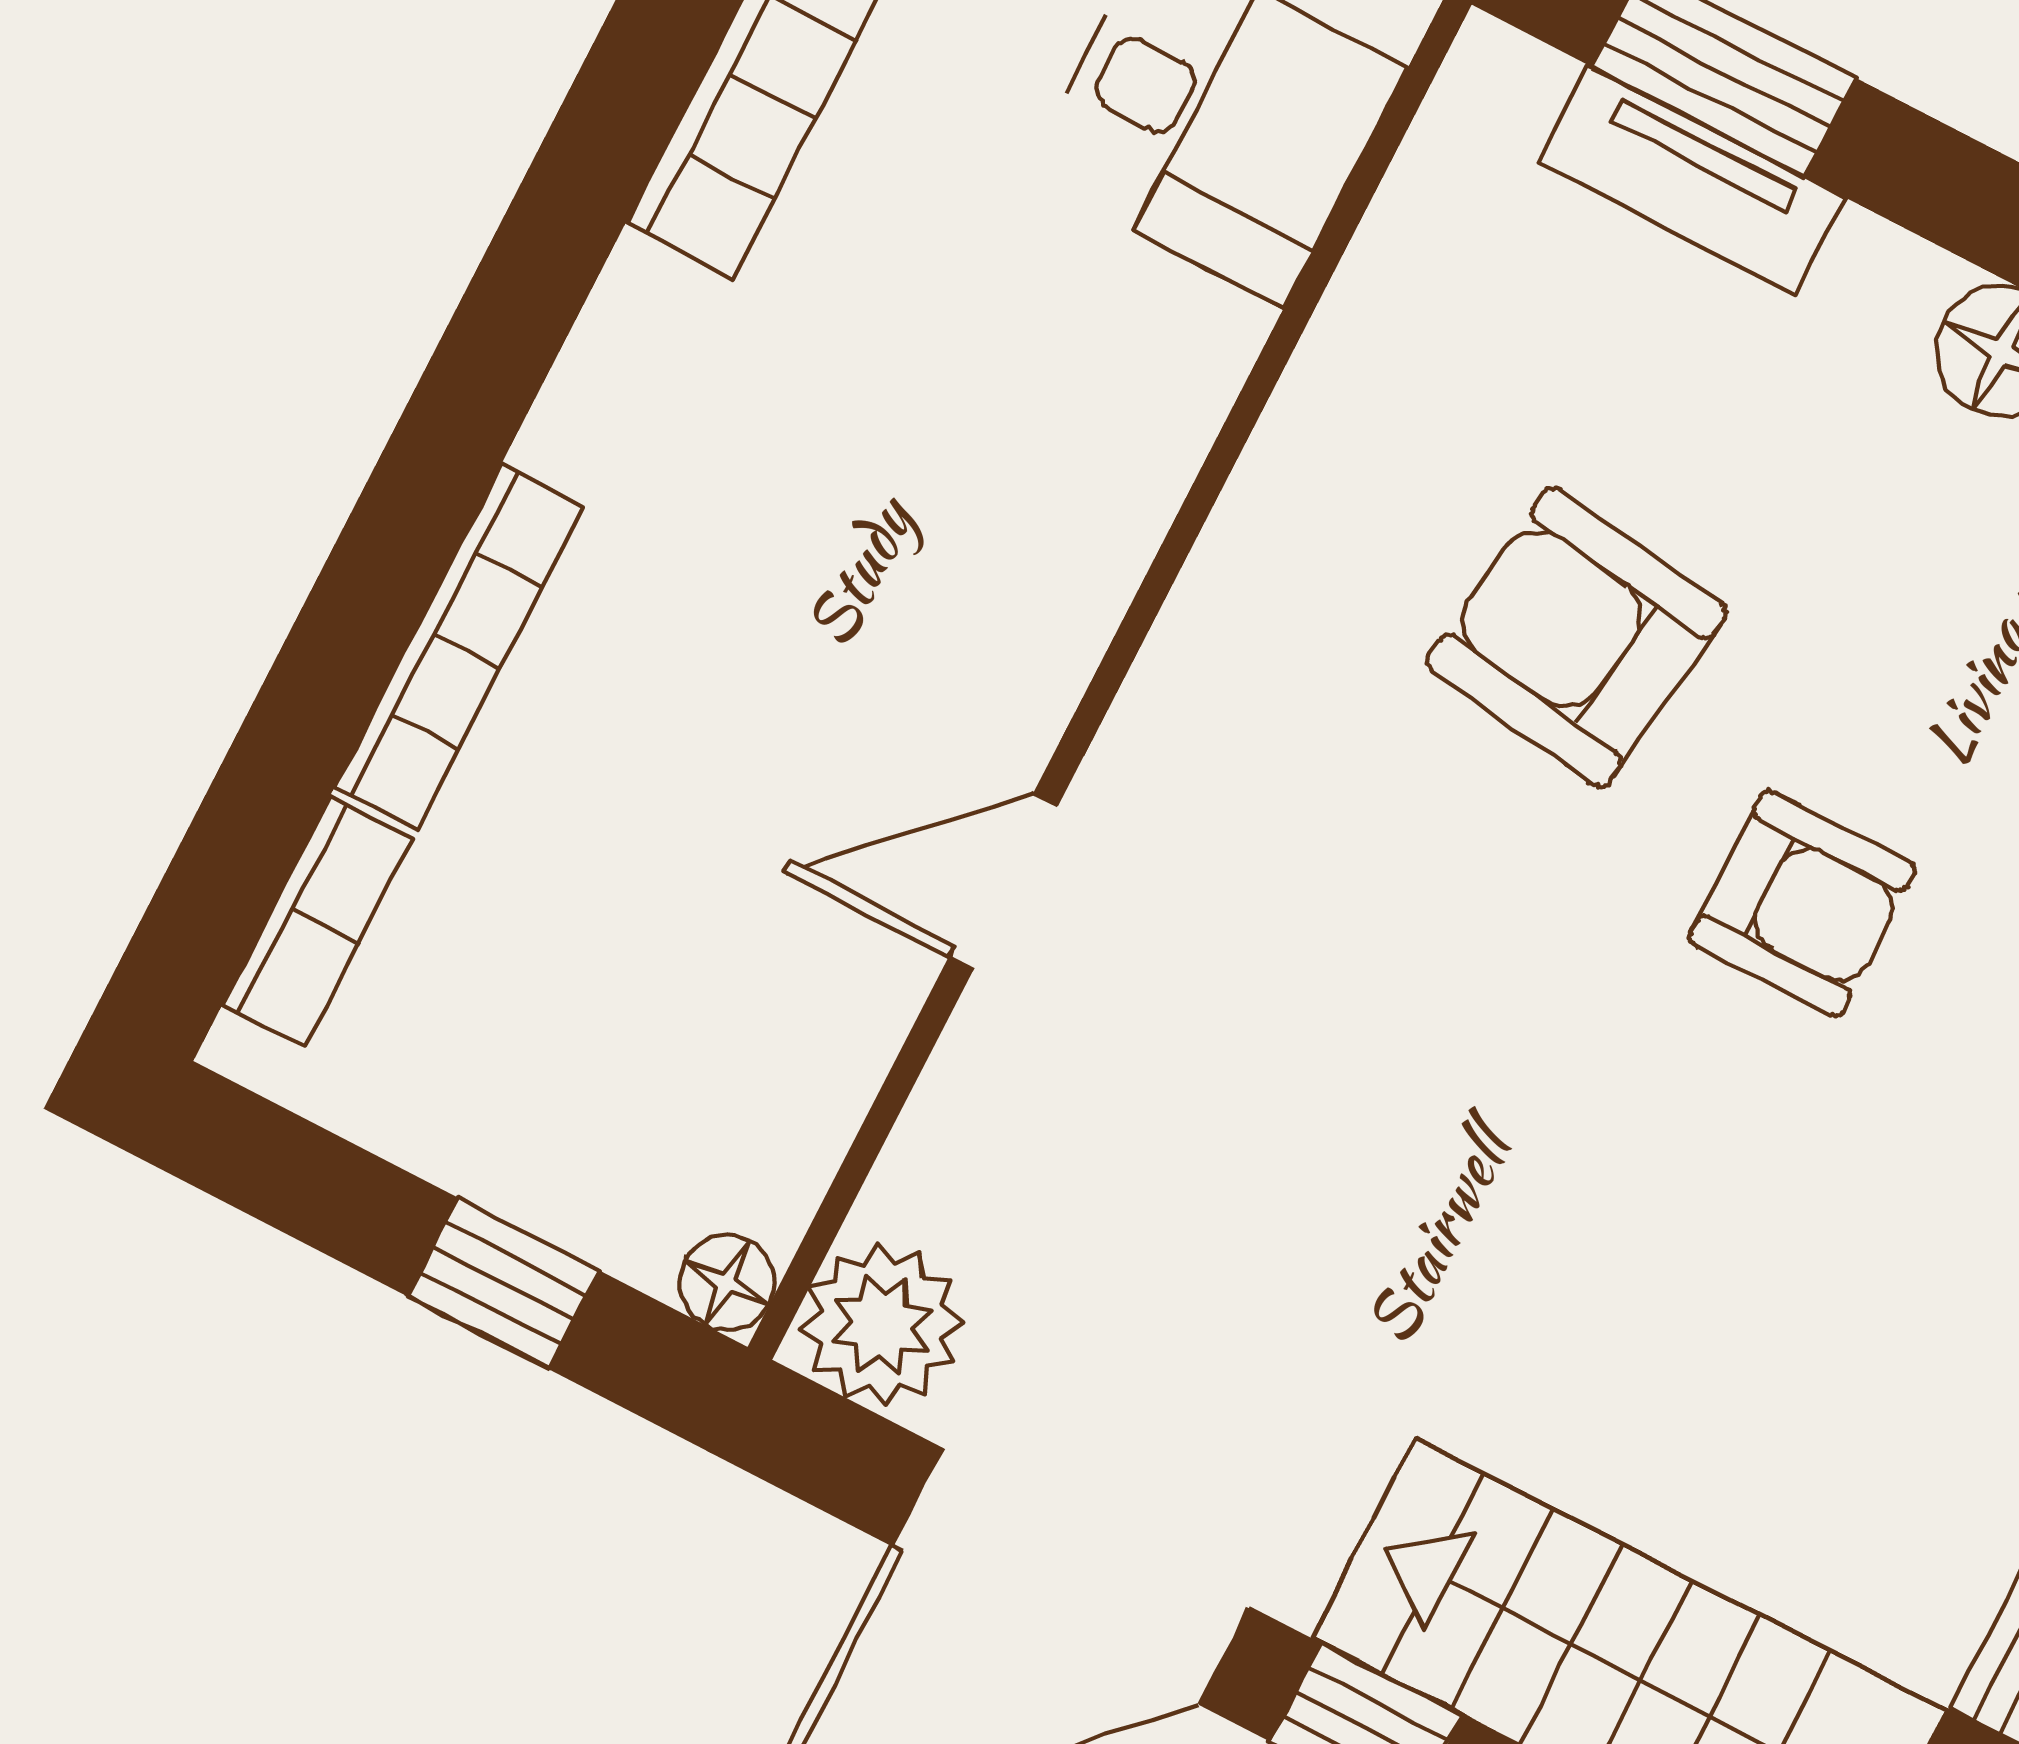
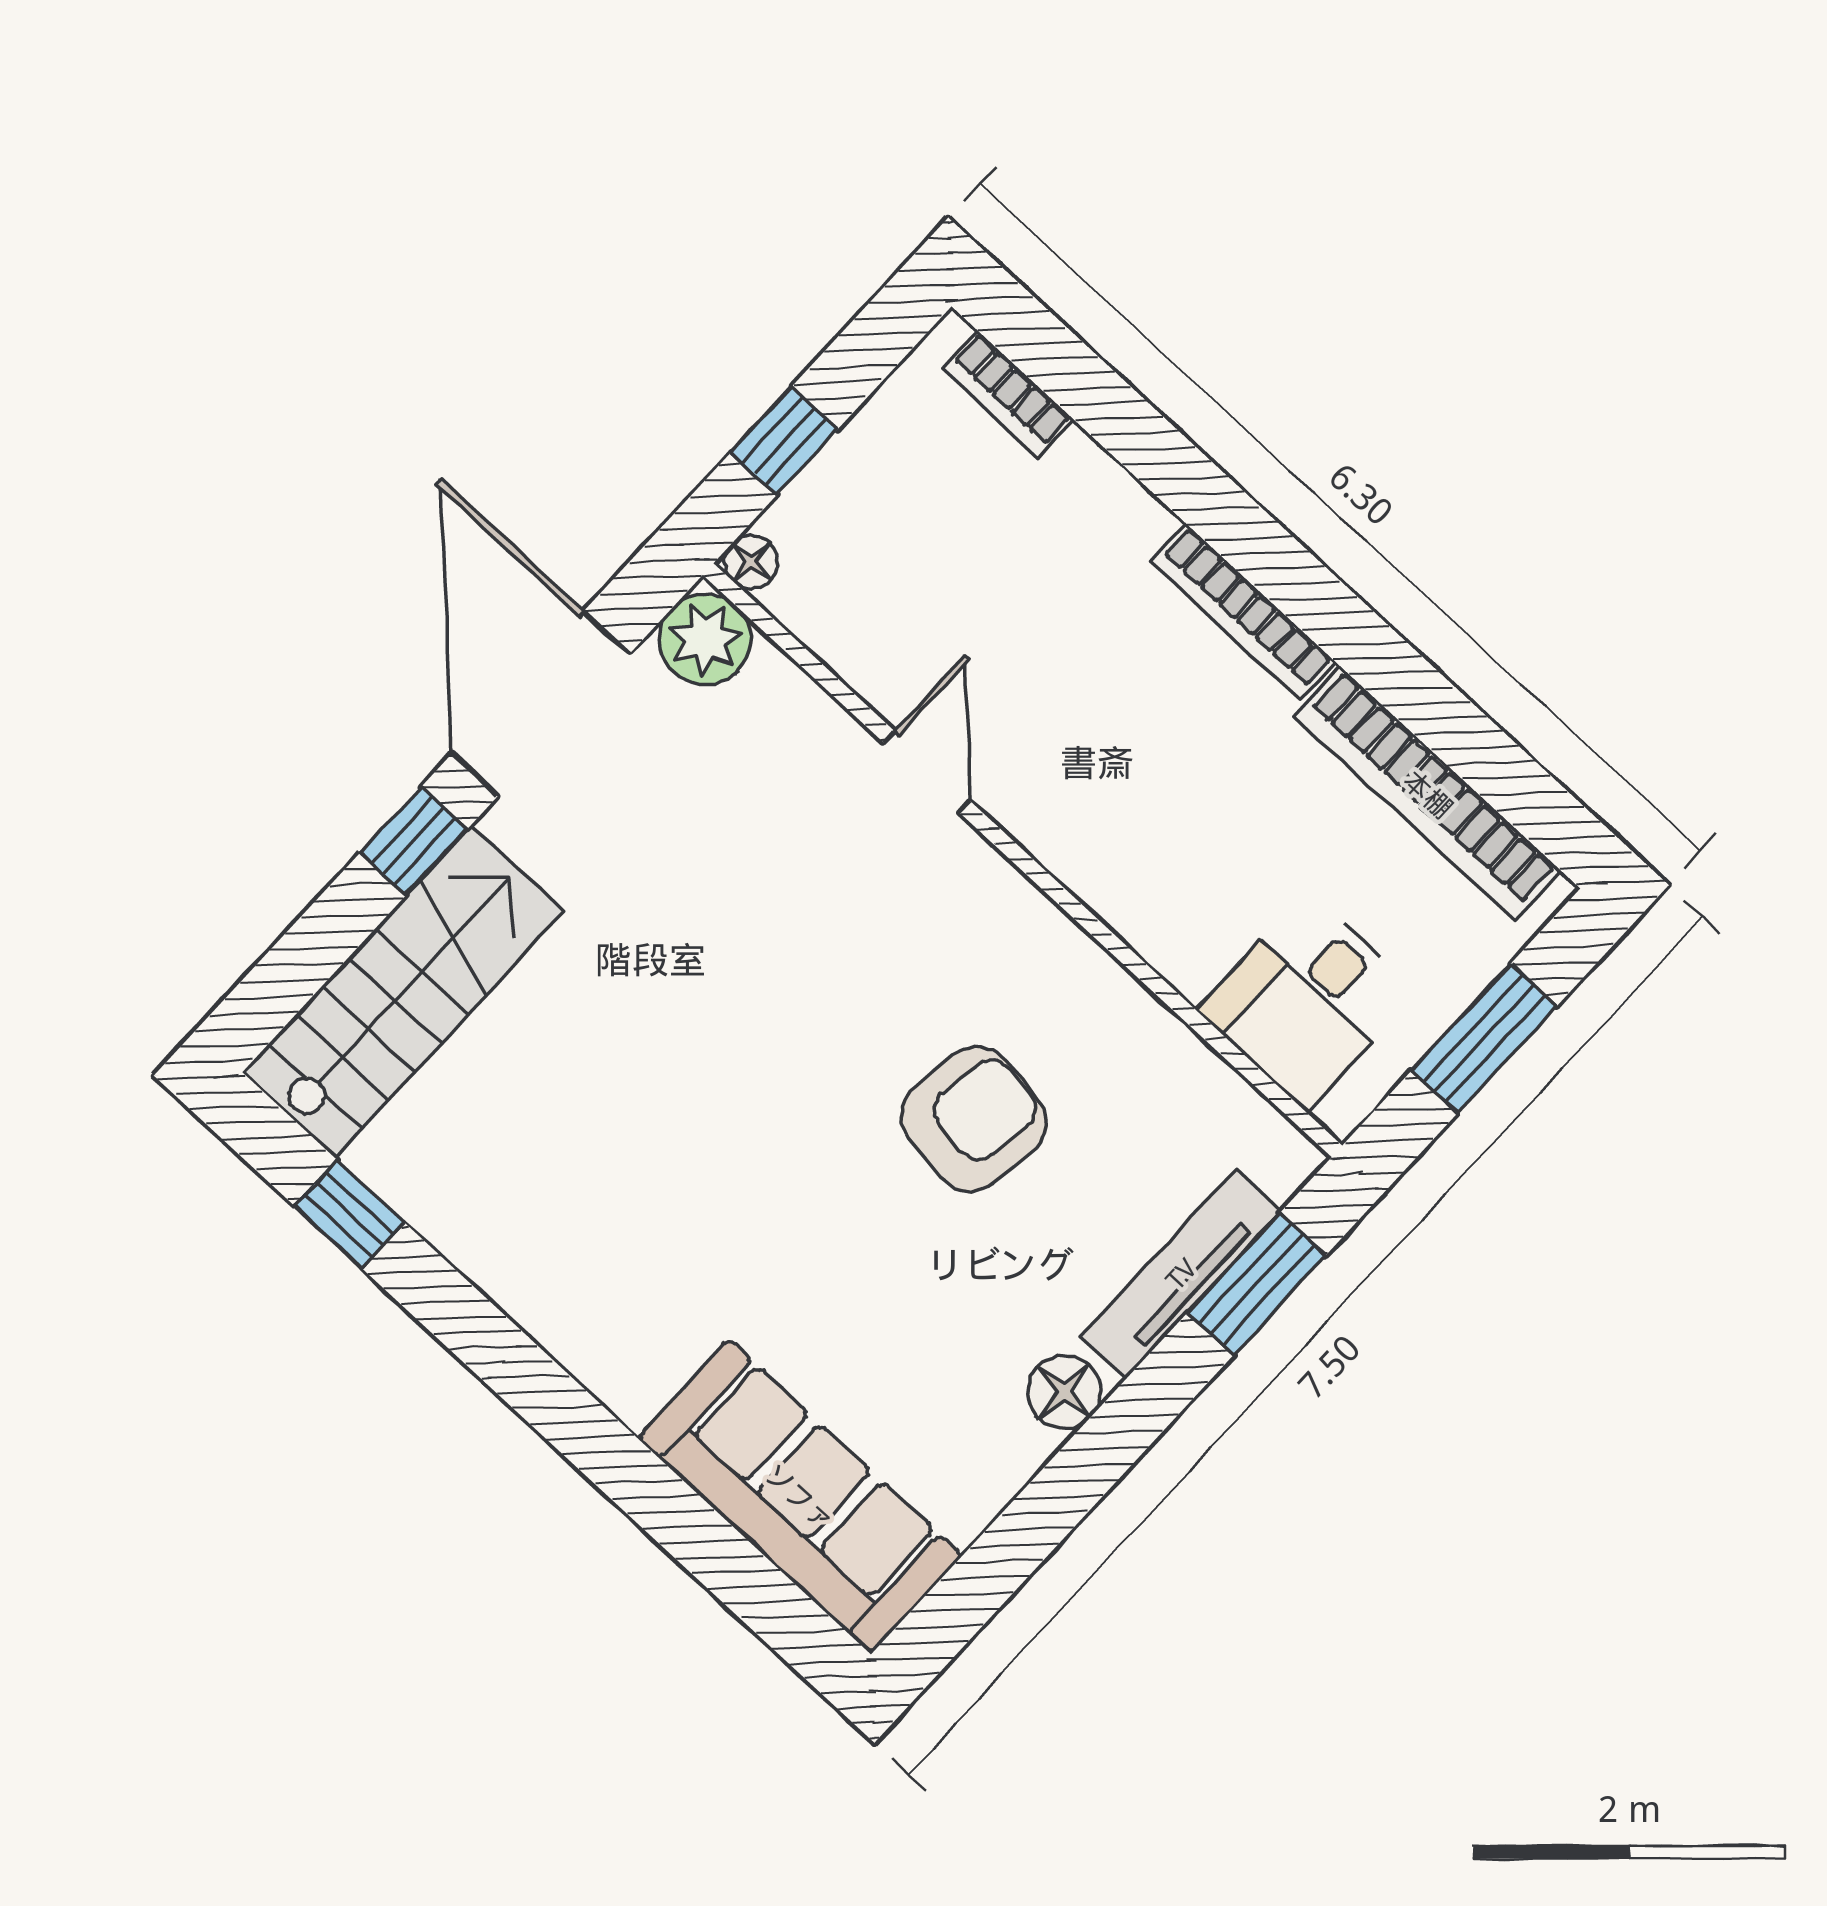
tv unit: (1691, 180) -> (1181, 1274), width x1.41
bookcase: (459, 647) -> (1243, 612), moved
armchair: (1802, 903) -> (795, 1201), removed

